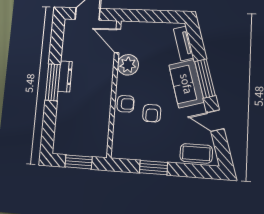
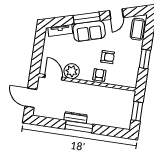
door: (118, 41) -> (53, 77), swing flipped

